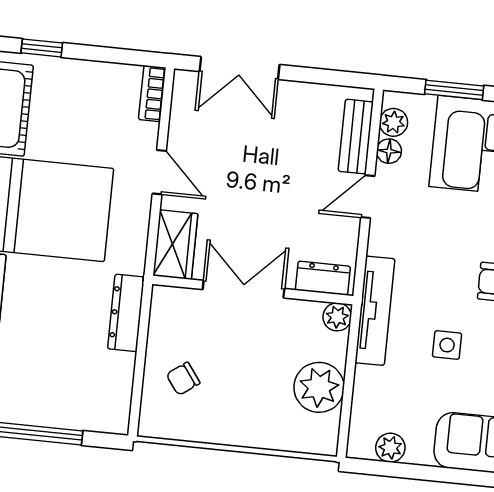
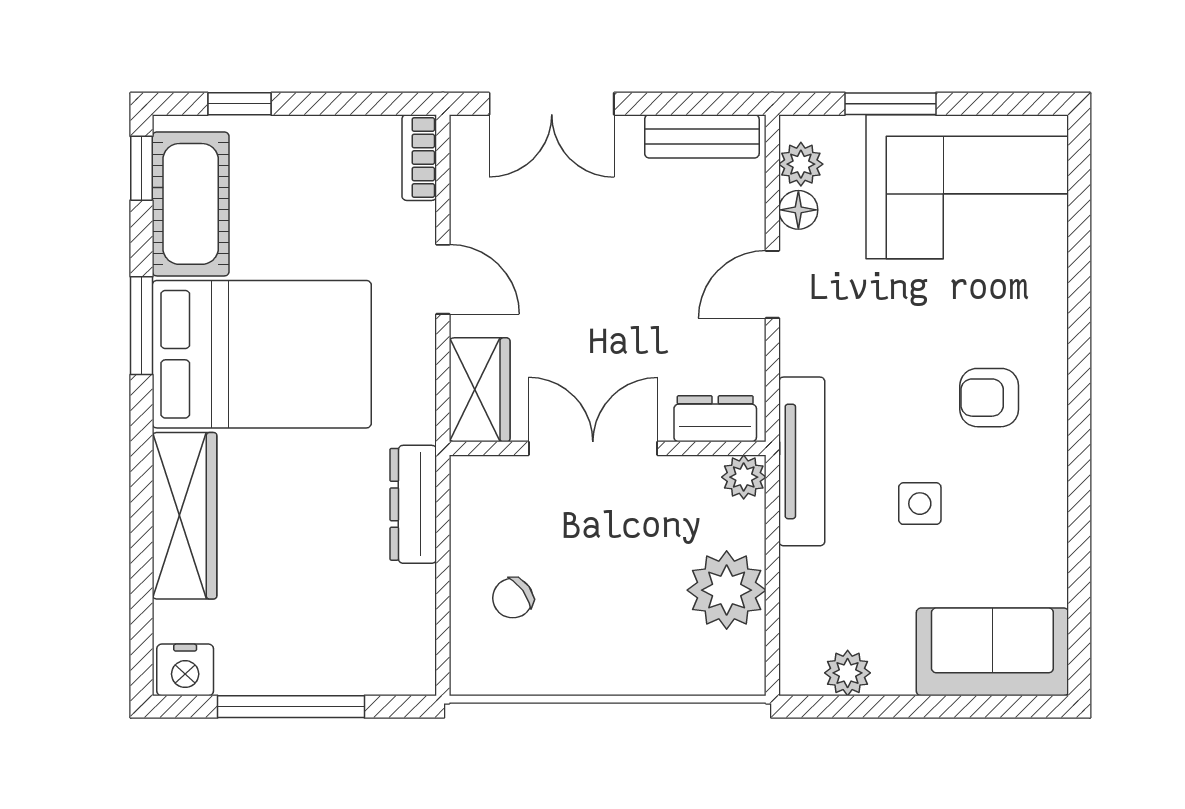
bench: (356, 137) -> (702, 136), moved, turned 90

